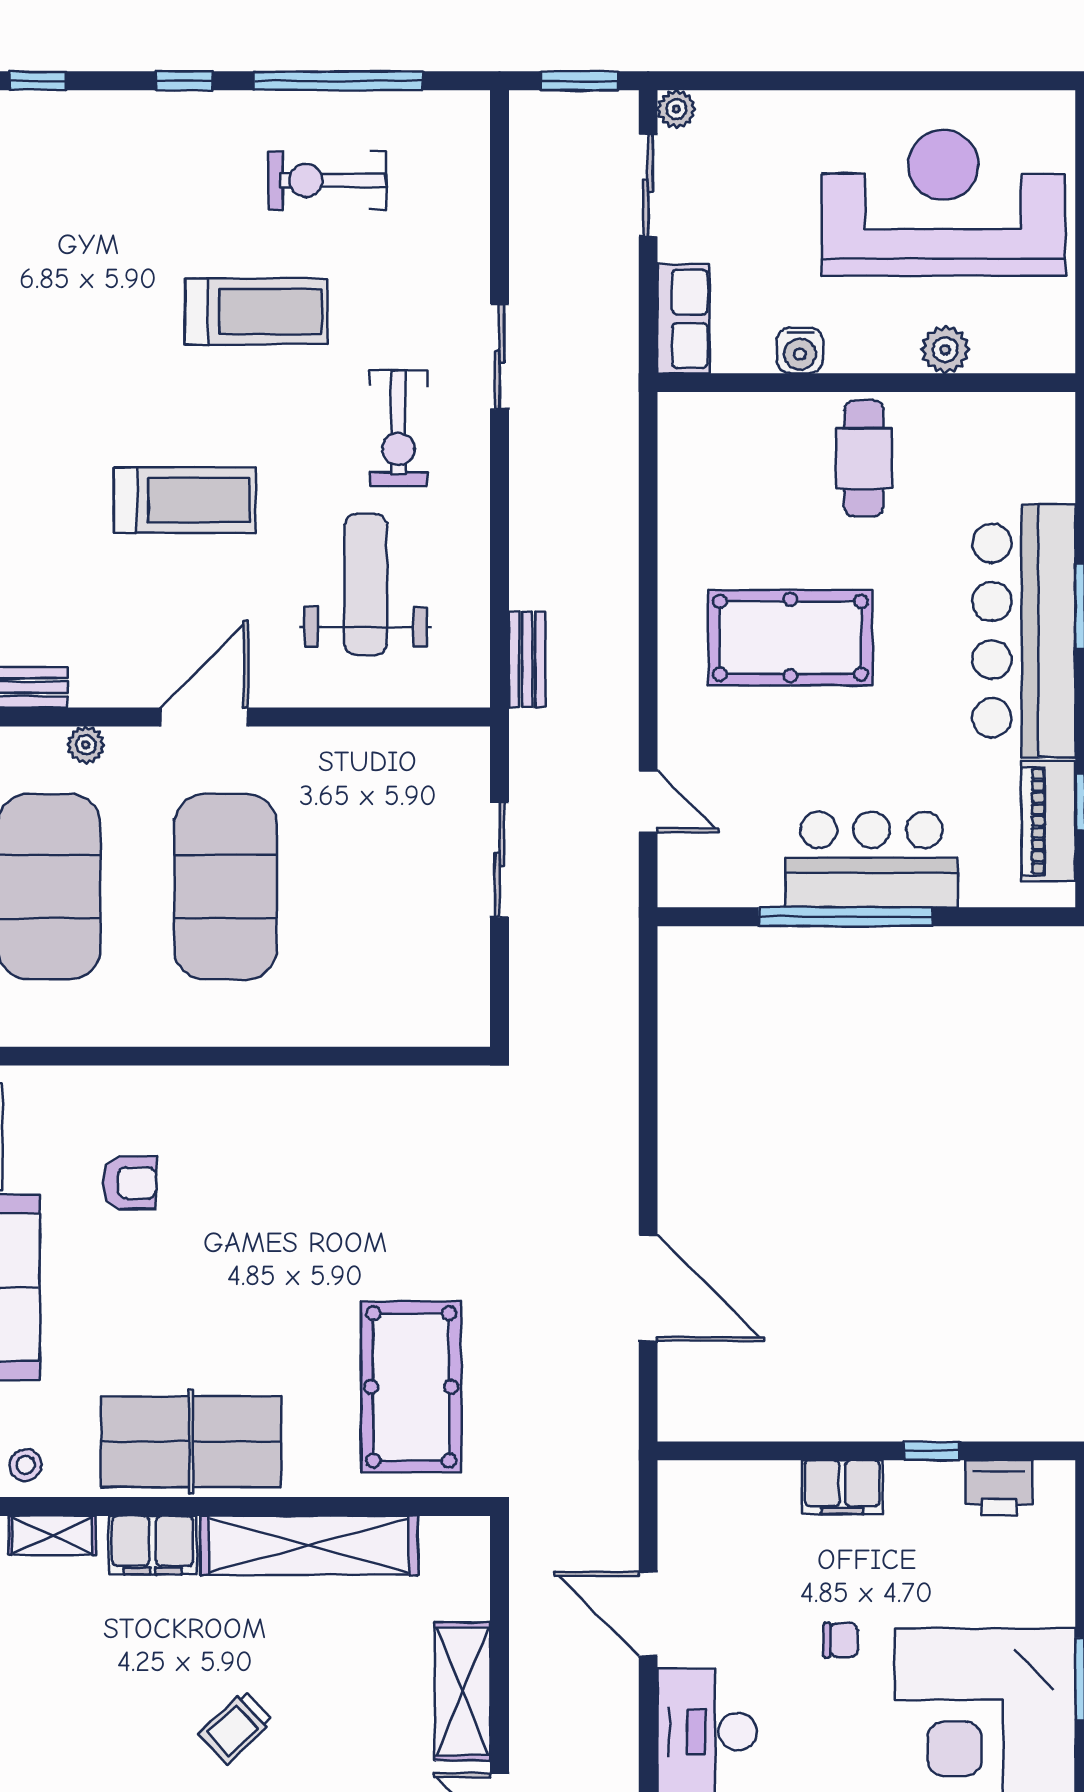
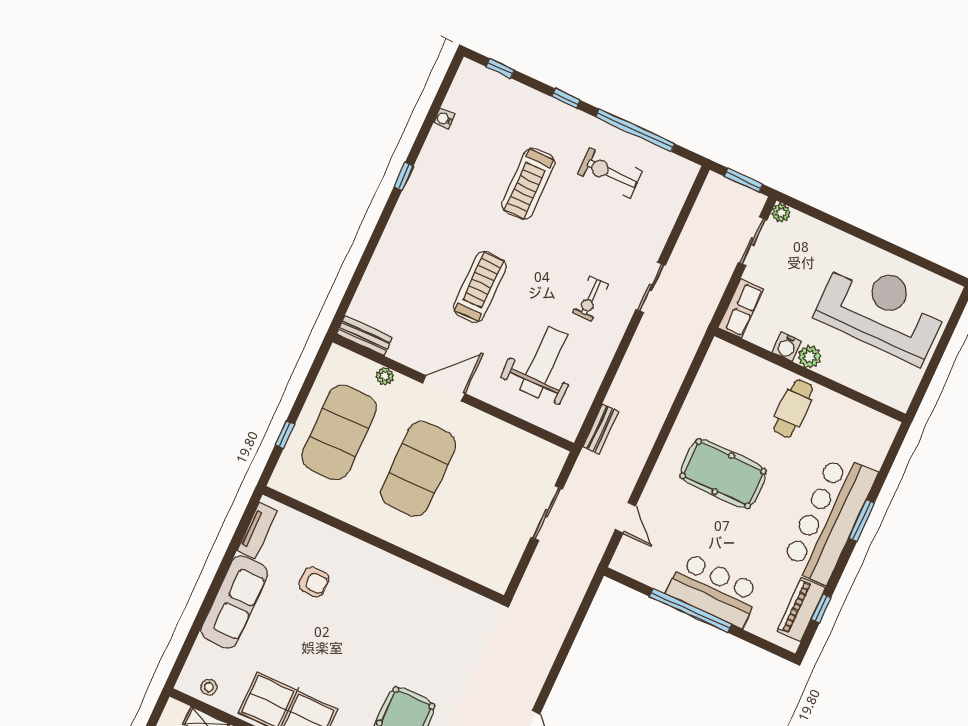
treadmill: (256, 311) -> (528, 184), moved, turned 90
plant: (945, 350) -> (810, 357), moved
exercise bike: (398, 428) -> (590, 299), width x0.73, depth x0.72
treadmill: (185, 500) -> (480, 287), turned -90

